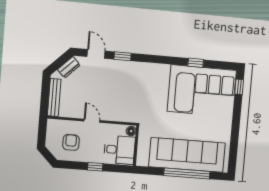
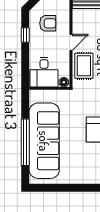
rug: (116, 110) -> (84, 66), added
window: (95, 167) -> (25, 35), moved

